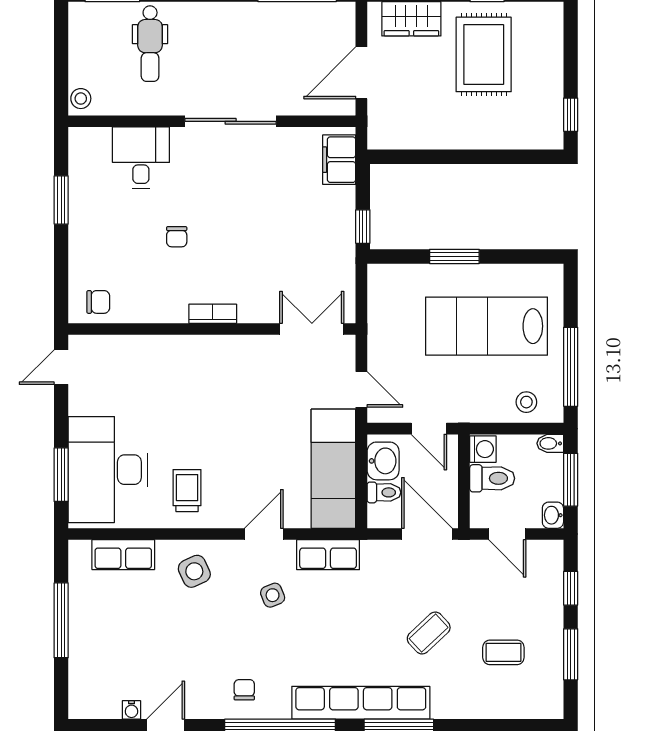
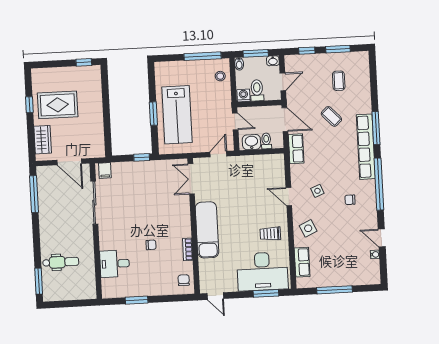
stool: (81, 99) -> (88, 293), removed
sliding door: (231, 121) -> (94, 203), moved
filing cabinet: (339, 160) -> (105, 171), width x0.50
bookcase: (213, 314) -> (188, 249), moved
lab bench: (486, 326) -> (177, 115), moved
door: (429, 429) -> (235, 121), hinge flipped
exam couch: (333, 469) -> (207, 230), moved, turned -90
door: (427, 534) -> (285, 120), swing flipped
row of seats: (328, 555) -> (296, 149), moved
chair: (244, 690) -> (350, 200), moved

